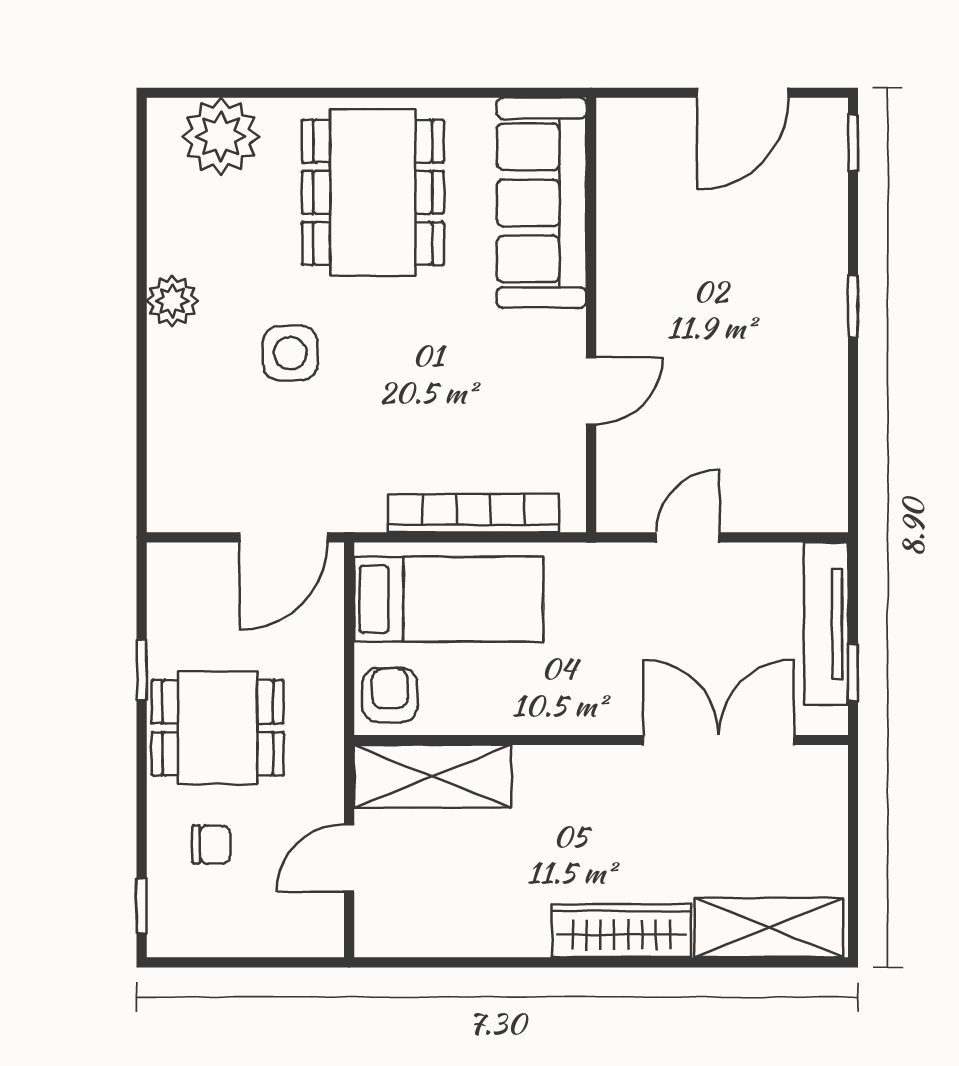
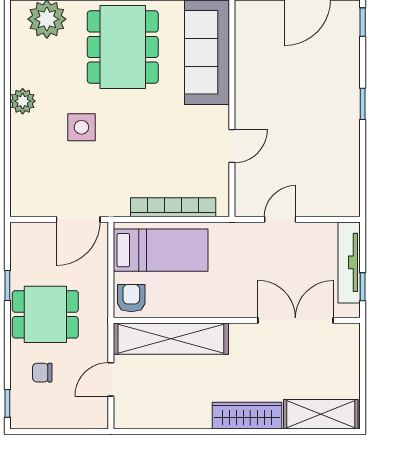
shelving: (433, 776) -> (171, 339), width x1.47
chair: (211, 844) -> (42, 373), turned 180

